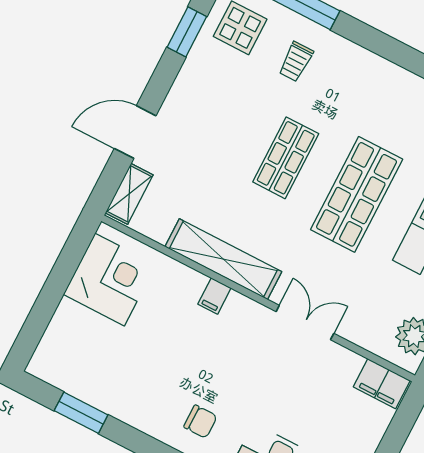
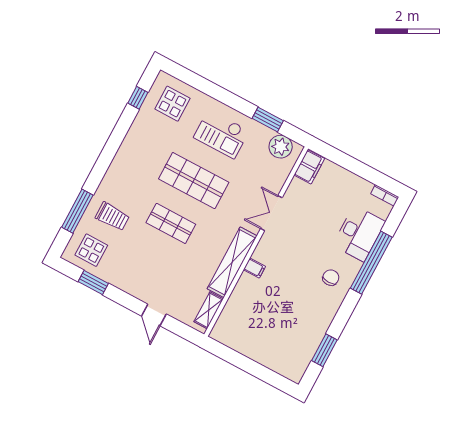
trolley: (296, 62) -> (112, 216), width x1.36, depth x1.39
door: (135, 132) -> (154, 315), width x0.73
shelving: (129, 194) -> (209, 310), moved, turned 90
corner desk: (110, 280) -> (244, 332), removed

